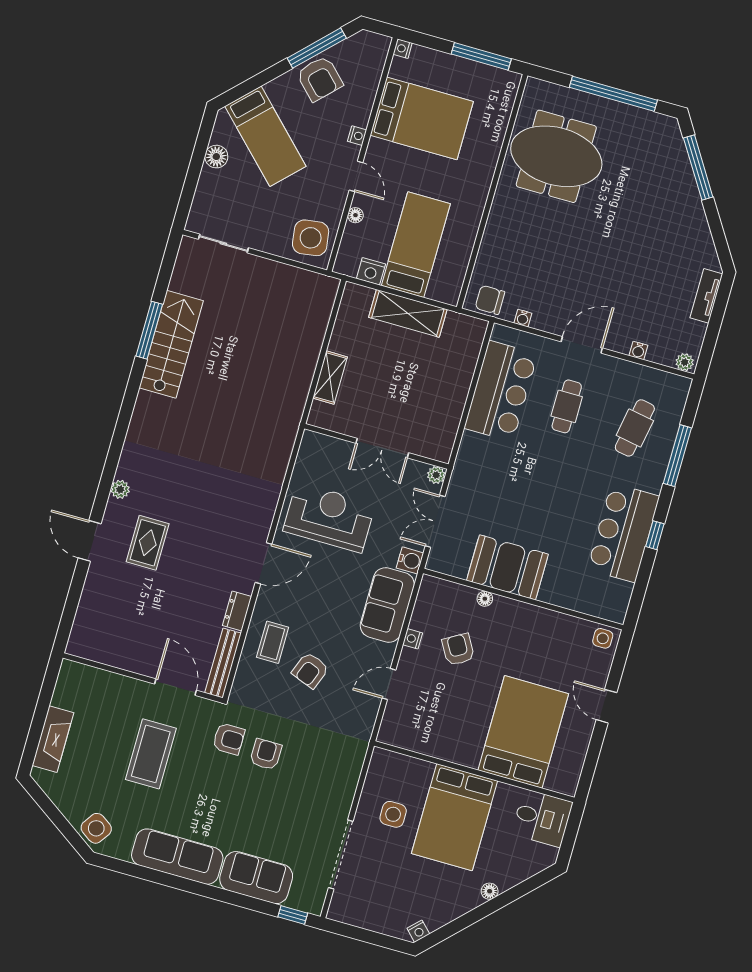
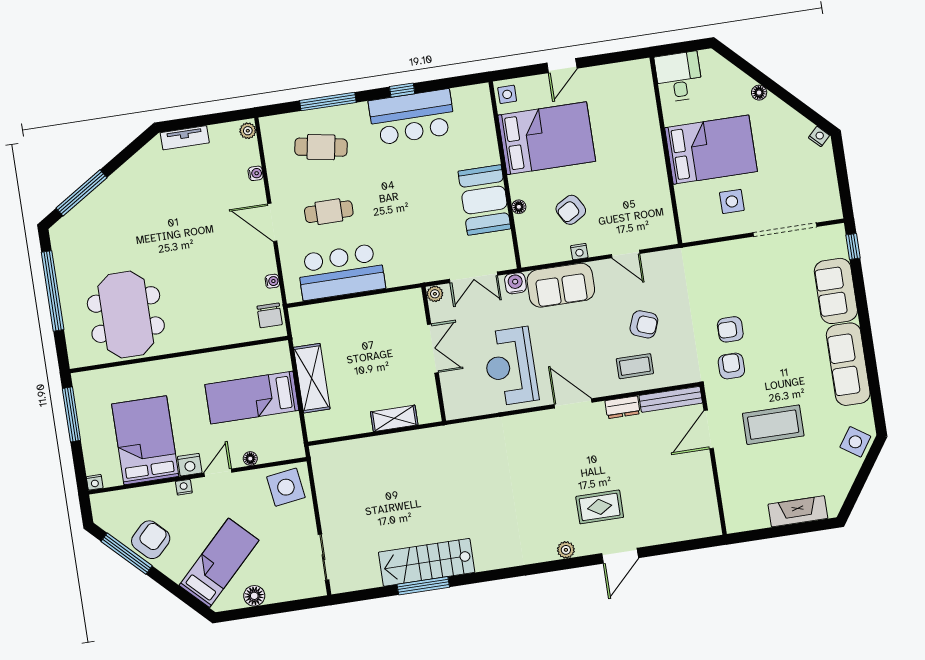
nightstand: (371, 271) -> (190, 465), moved, turned 90
bed: (523, 732) -> (547, 138), moved, turned 180

